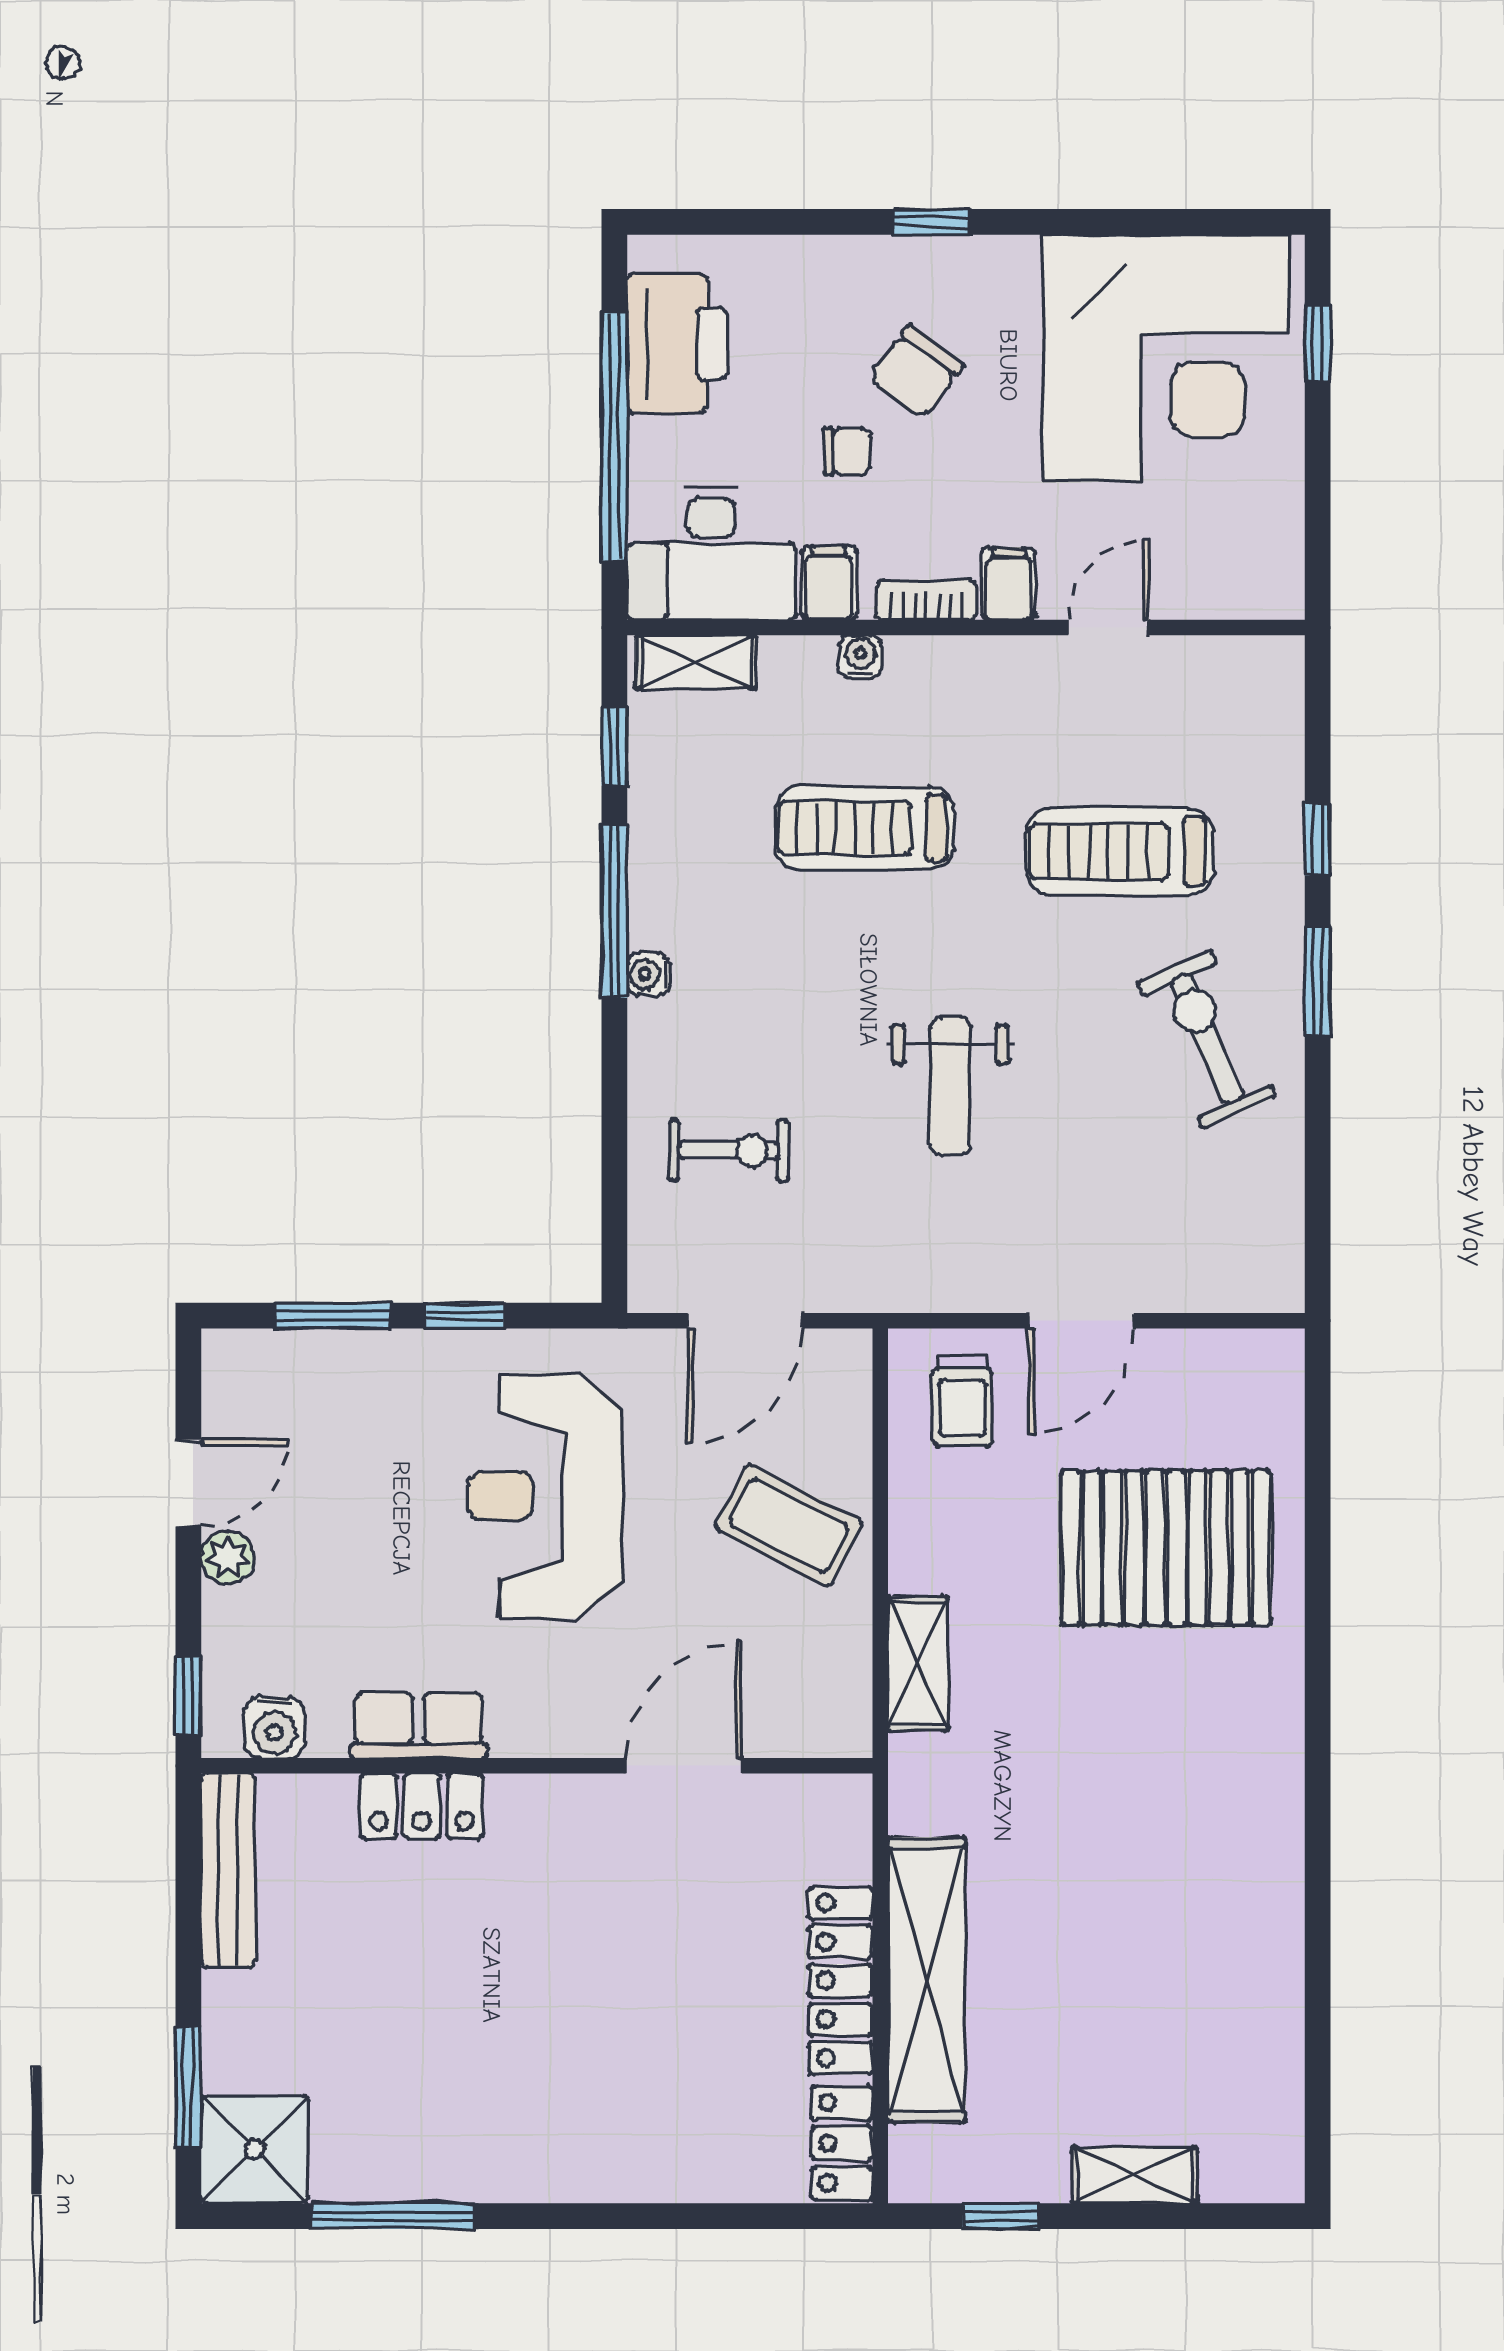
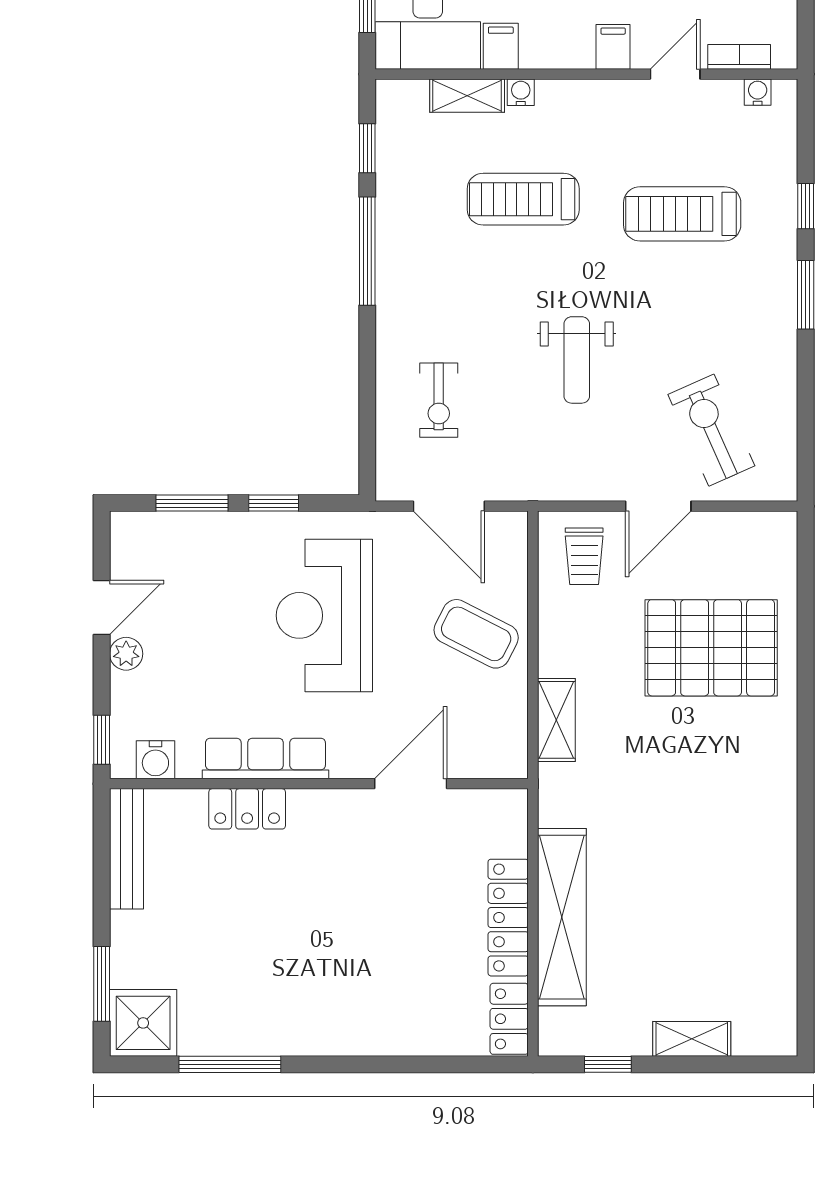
bookcase: (926, 600) -> (739, 57), moved
shelving: (696, 662) -> (467, 96), moved
water cooler: (648, 974) -> (758, 92), moved, turned 90
exercise bike: (1207, 1039) -> (711, 430), moved
exercise bike: (729, 1150) -> (439, 400), turned 90
door: (745, 1321) -> (449, 506), hinge flipped
row of seats: (418, 1725) -> (265, 759), width x1.48

